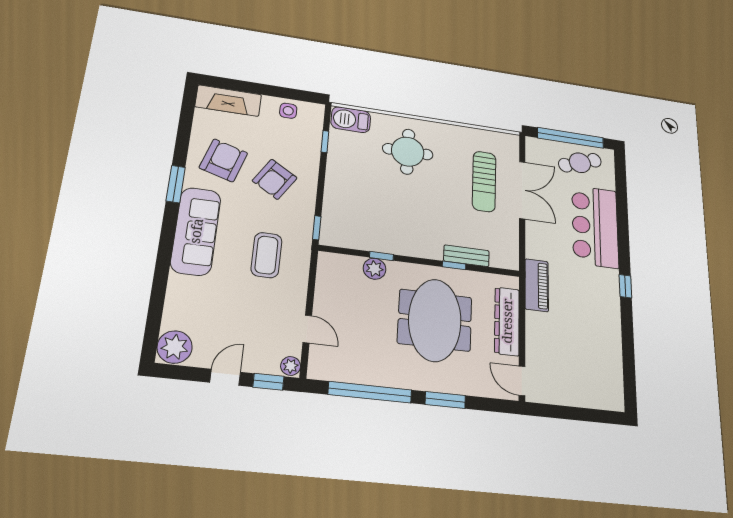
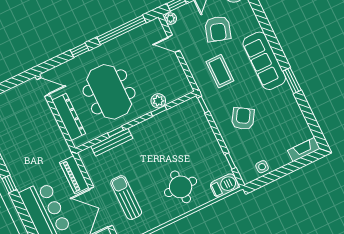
fireplace: (228, 101) -> (304, 150), width x0.73, depth x0.76
armchair: (223, 160) -> (218, 29), moved
bench: (466, 256) -> (112, 142), width x1.36
piano: (537, 285) -> (74, 175), moved
window: (445, 400) -> (80, 50), width x0.67

